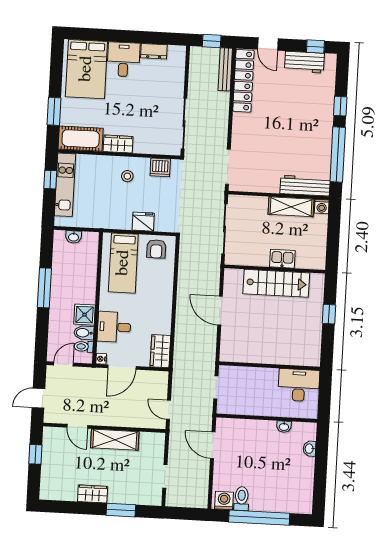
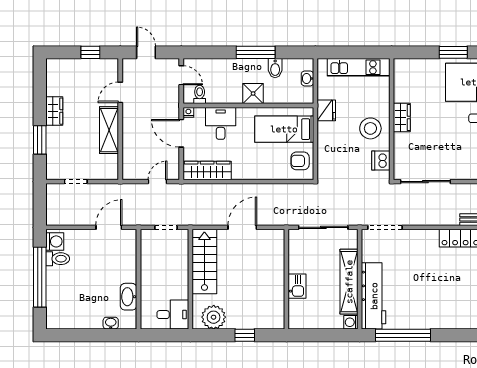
window: (340, 106) -> (451, 335), removed
window: (54, 111) -> (453, 52), moved
cot: (81, 139) -> (405, 80), removed
stool: (127, 176) -> (370, 128), width x1.89, depth x1.89
window: (50, 180) -> (363, 52), removed
workbench: (305, 186) -> (374, 296), width x1.36, depth x1.32
shelving: (291, 207) -> (349, 282), width x1.47
fridge: (143, 222) -> (326, 110), moved
stairs: (276, 283) -> (204, 262), moved, turned 180
shower: (85, 315) -> (253, 94), moved
bidet: (84, 333) -> (275, 68), moved, turned 180
plant: (309, 345) -> (214, 317), added
wardrobe: (160, 351) -> (207, 171), width x1.50
desk: (299, 385) -> (173, 315), width x0.73
door: (168, 410) -> (158, 182), moved
washbasin: (284, 427) -> (129, 297), width x1.91, depth x1.45

